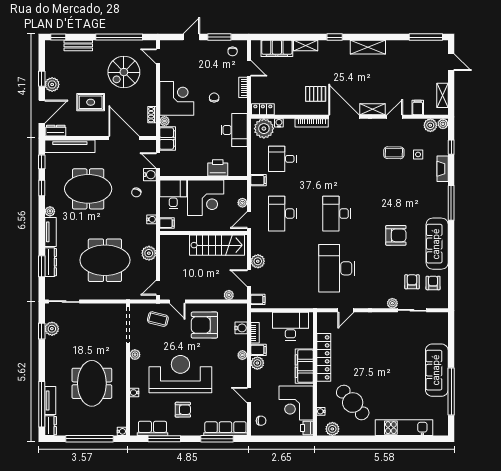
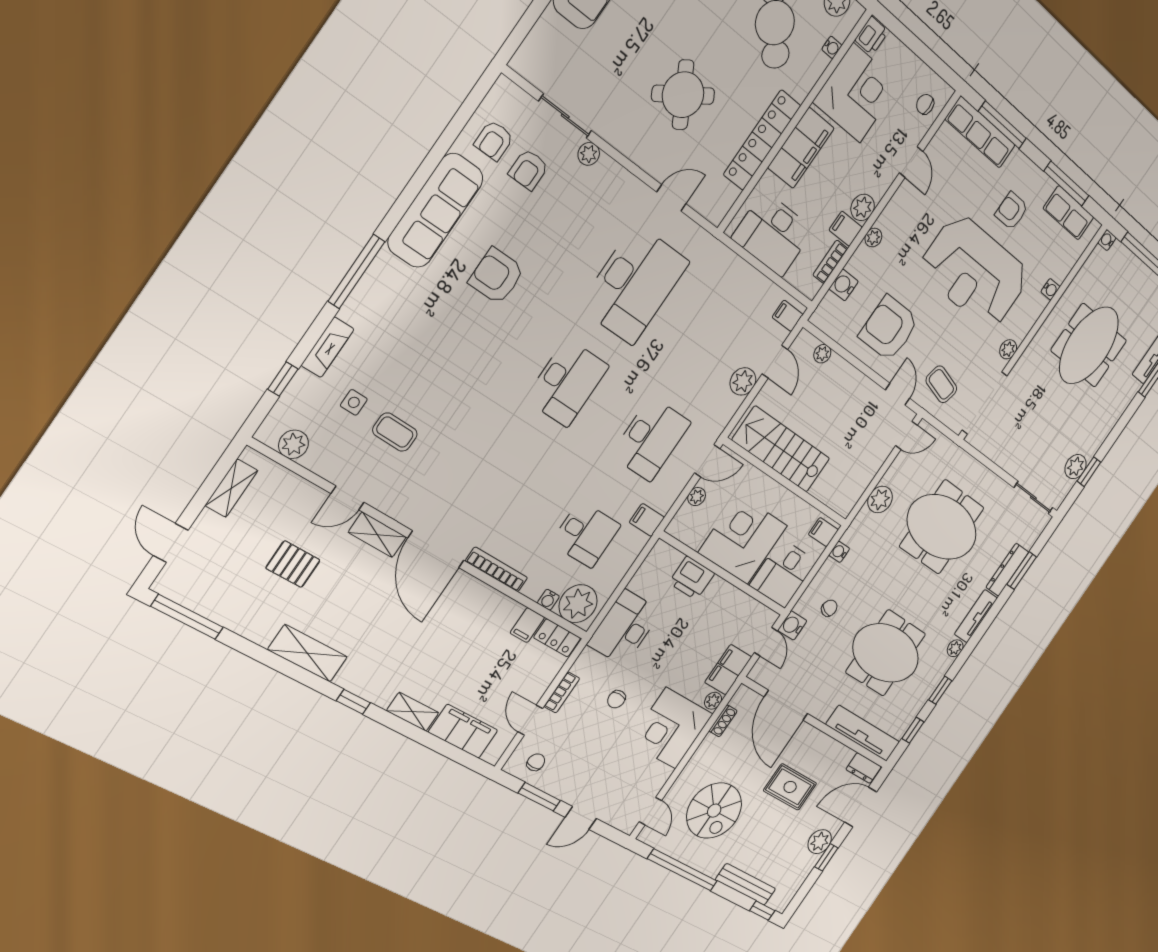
bench: (78, 45) -> (746, 884), width x1.36
spiral stairs: (124, 72) -> (714, 811), turned 90
pallet: (316, 94) -> (293, 564), moved
filing cabinet: (418, 108) -> (527, 625), moved
plant: (443, 124) -> (268, 433), removed
armchair: (204, 325) -> (889, 328), turned 180
round table: (370, 350) -> (683, 95), added

